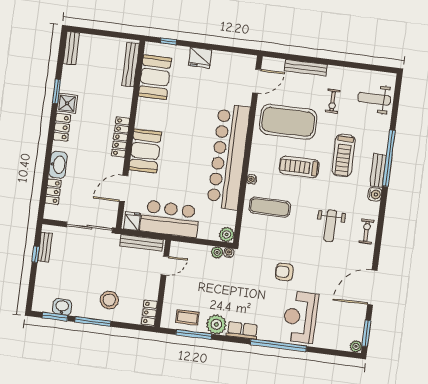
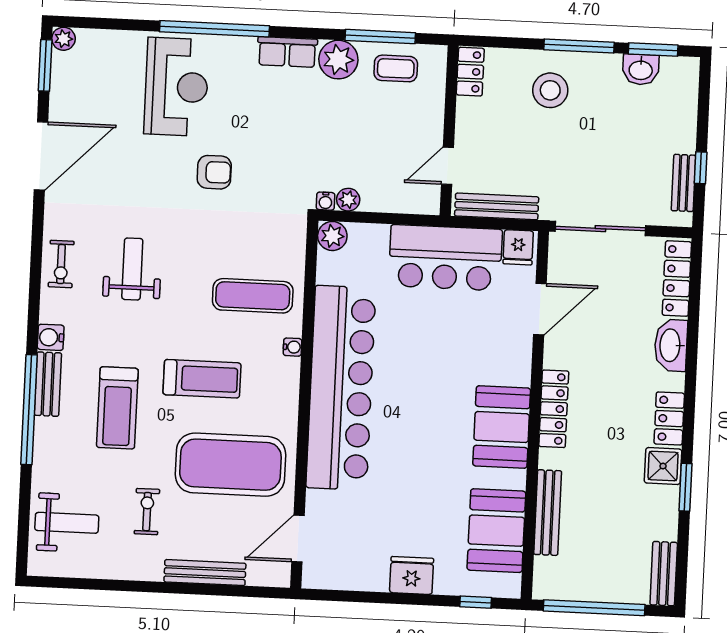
window: (108, 34) -> (594, 608), added
bench: (130, 65) -> (548, 513), moved
booth: (145, 151) -> (502, 427), moved
treadmill: (344, 155) -> (117, 408), turned 180
locker: (53, 192) -> (677, 279), width x1.53

